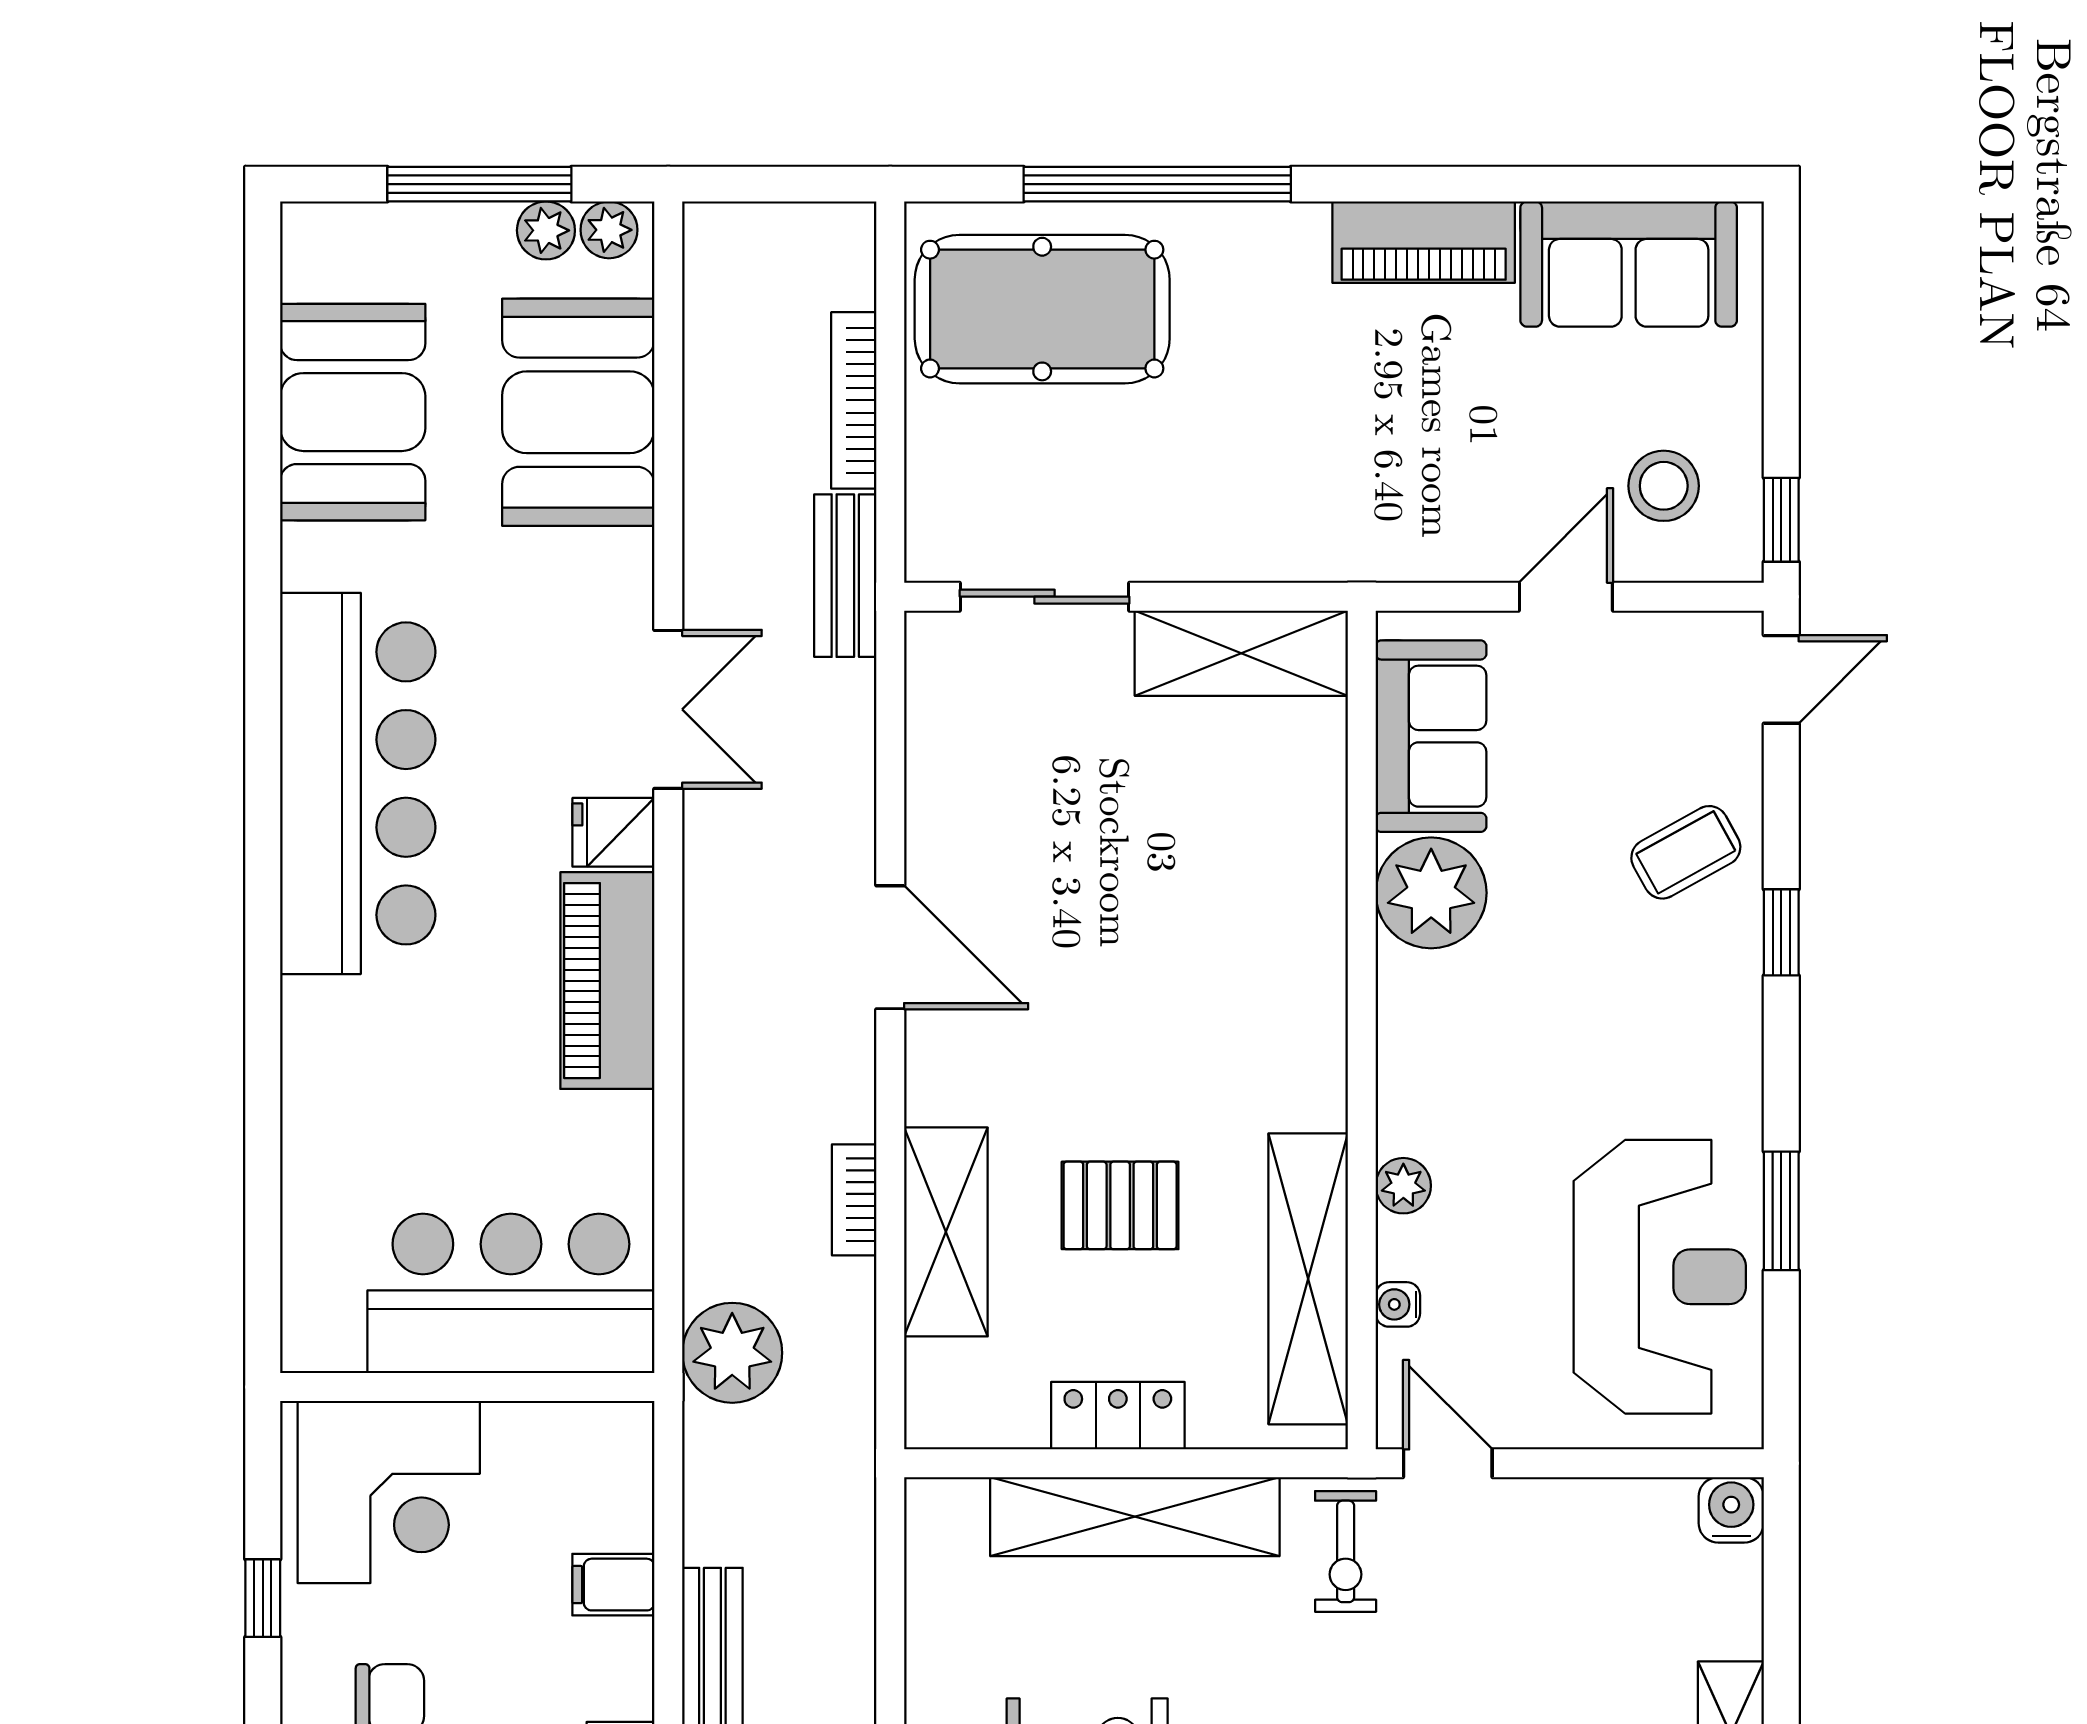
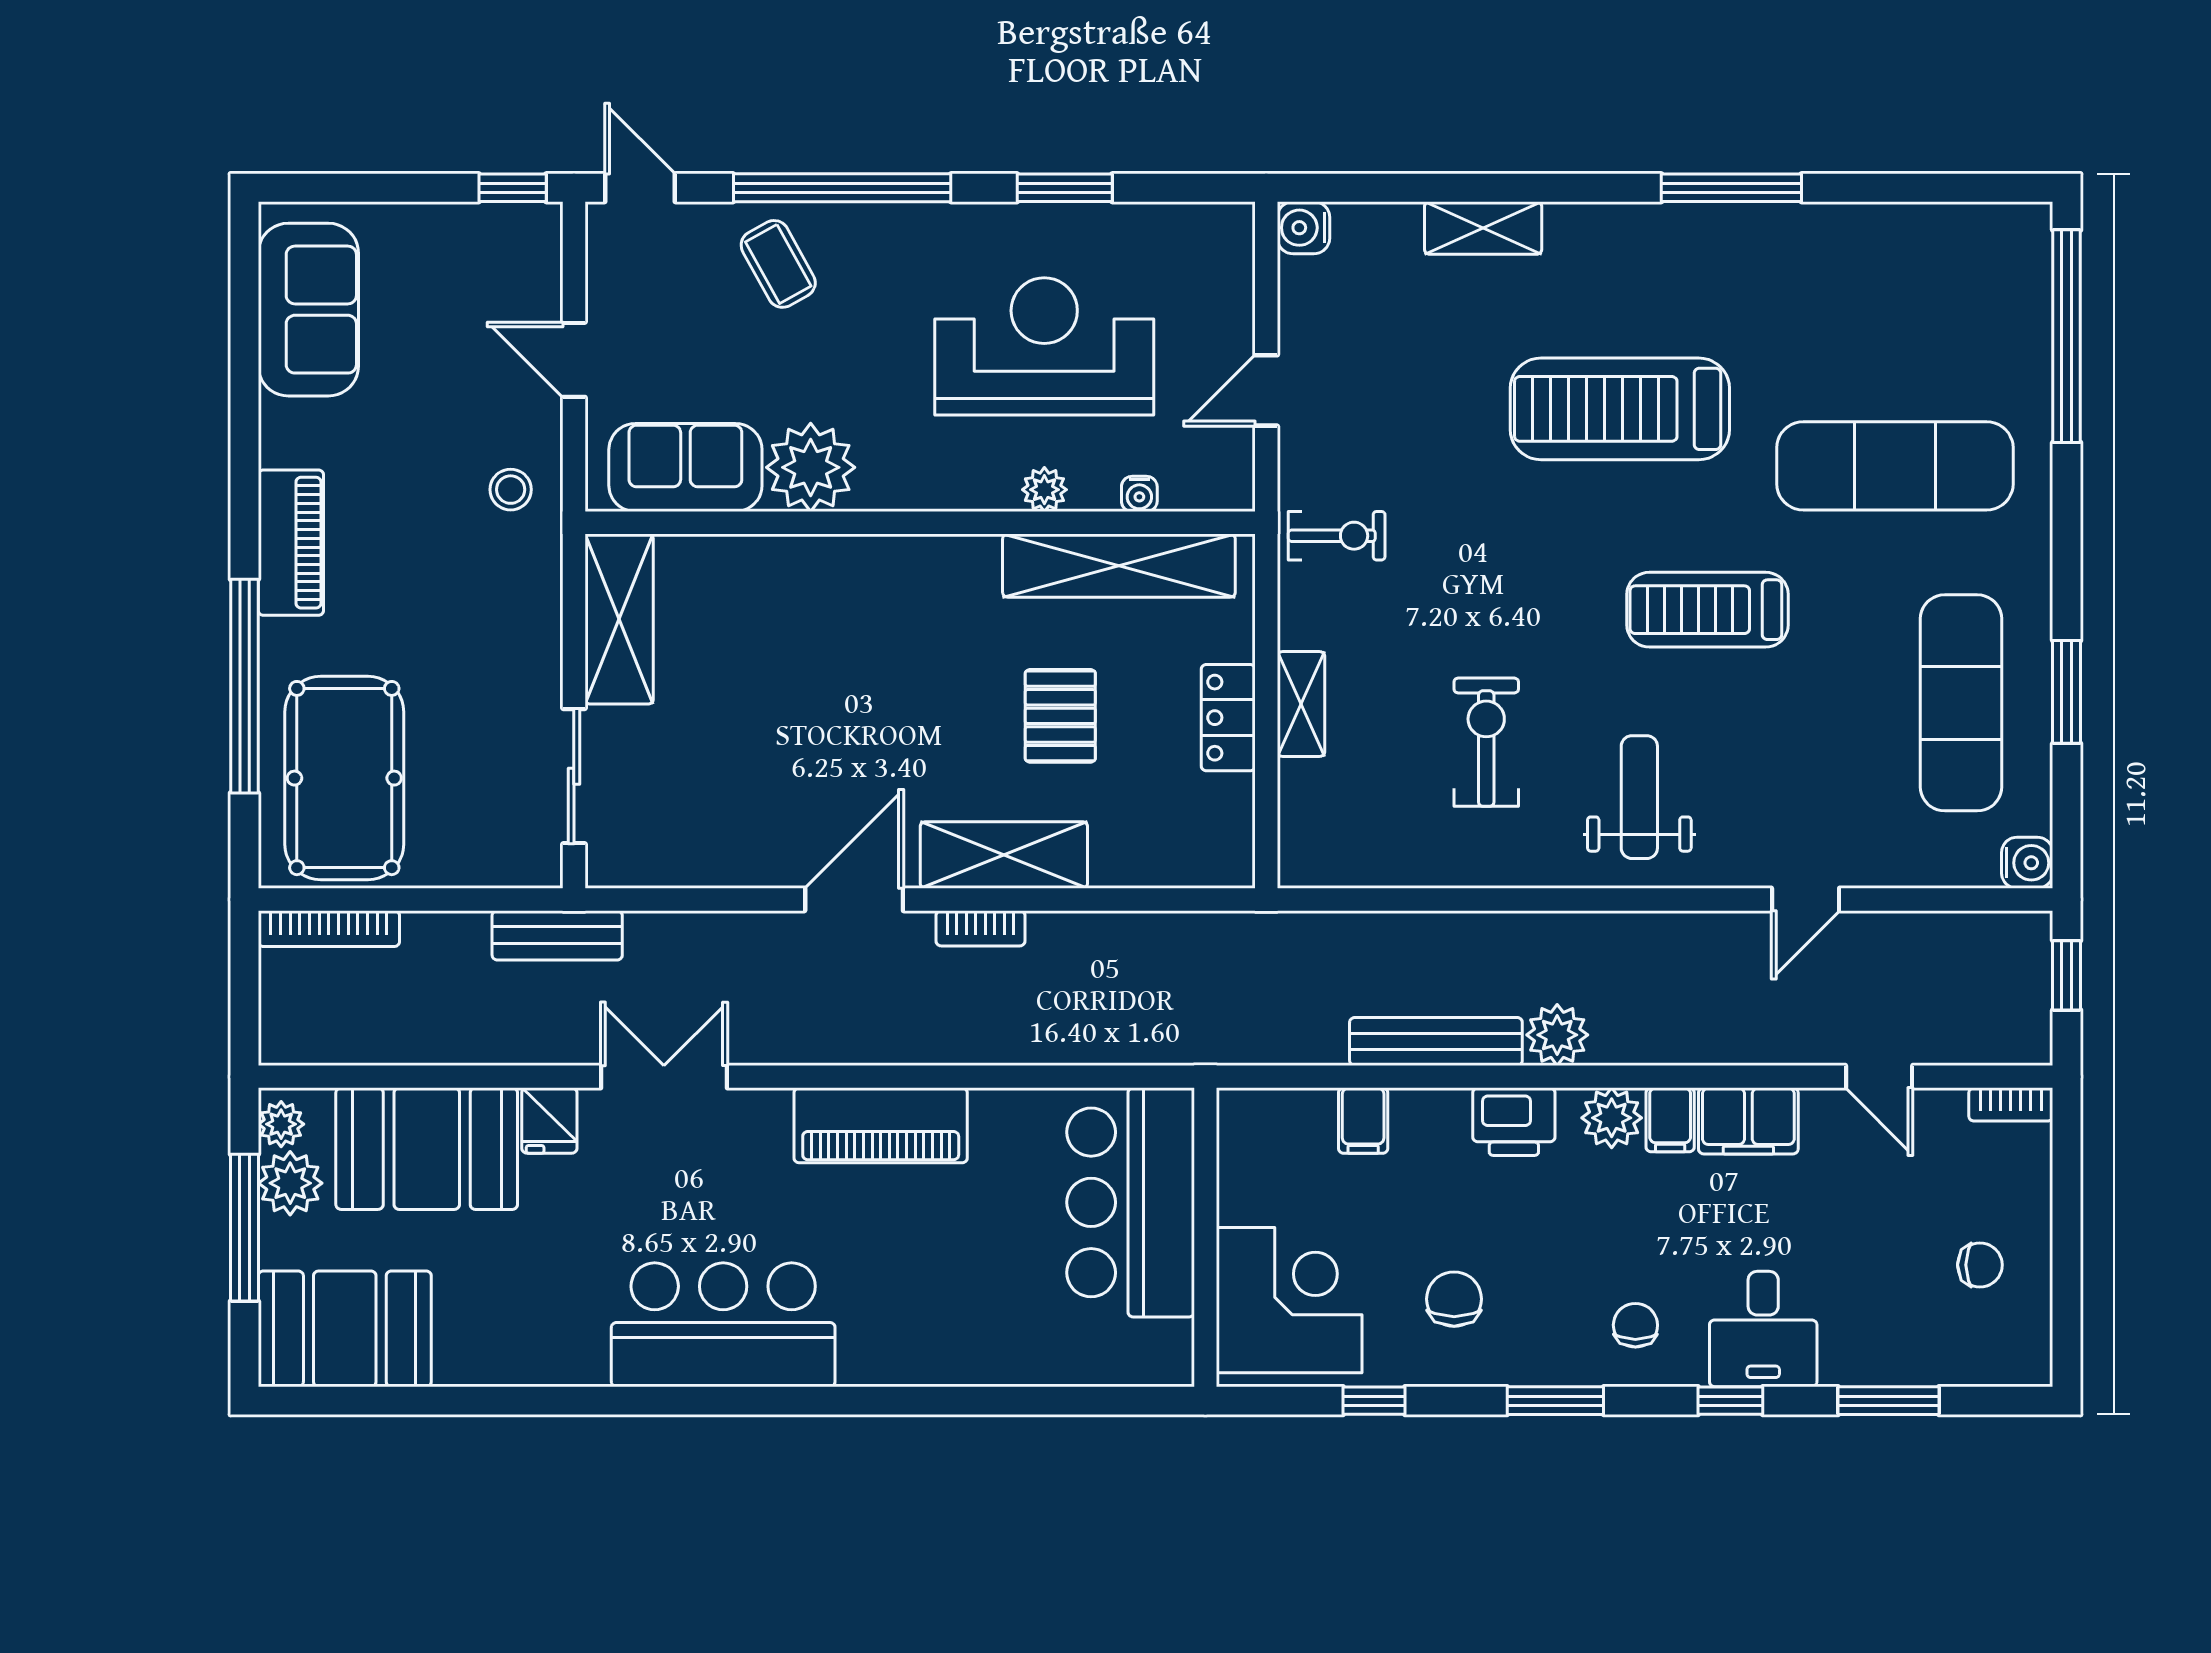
plant: (546, 230) -> (290, 1183), width x1.38, depth x1.38
piano: (1424, 242) -> (291, 543), moved
bookcase: (854, 400) -> (329, 929), moved
booth: (353, 412) -> (345, 1329), moved
stool: (1664, 486) -> (511, 490), moved, width x0.73, depth x0.73
bar counter: (358, 783) -> (723, 1325), width x0.73
fridge: (613, 832) -> (549, 1121), moved
window: (1781, 932) -> (842, 188), width x3.17
bookcase: (854, 1200) -> (980, 928), moved
shelving: (946, 1232) -> (1004, 855), moved
reception desk: (1660, 1277) -> (1044, 346), moved
plant: (732, 1353) -> (1178, 1026), removed
door: (1448, 1463) -> (1266, 390), moved
shelving: (1135, 1517) -> (1301, 704), width x0.45, depth x0.75

